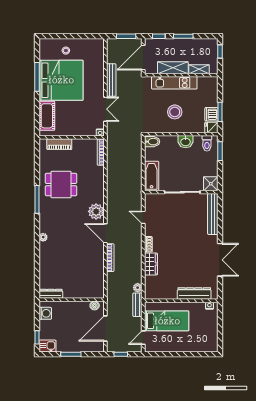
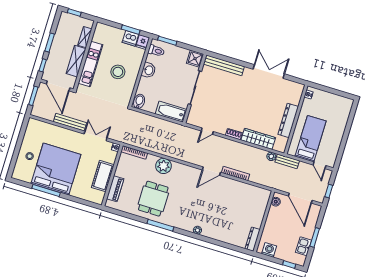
cot: (47, 116) -> (103, 176), moved, turned 90
plant: (96, 211) -> (163, 166), moved
wardrobe: (151, 264) -> (258, 139), width x1.50
dresser: (194, 294) -> (288, 120), moved
kitchen sink: (48, 346) -> (304, 246), moved

